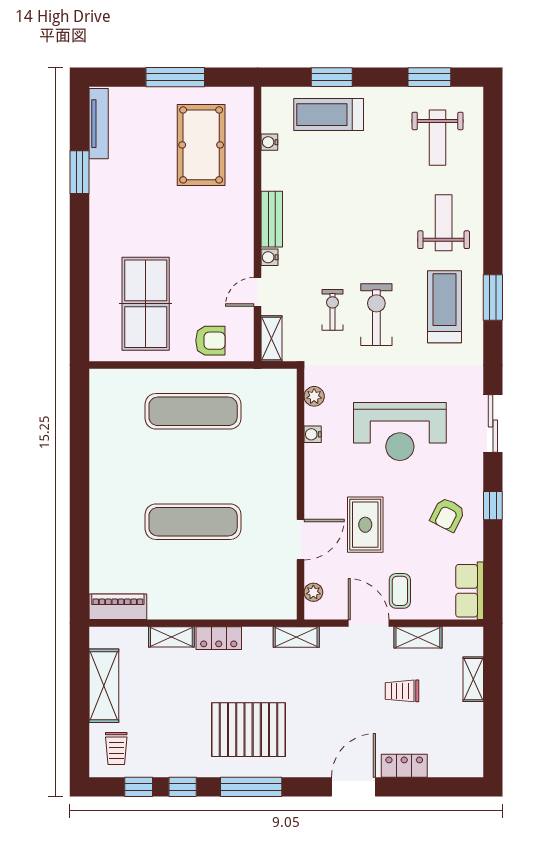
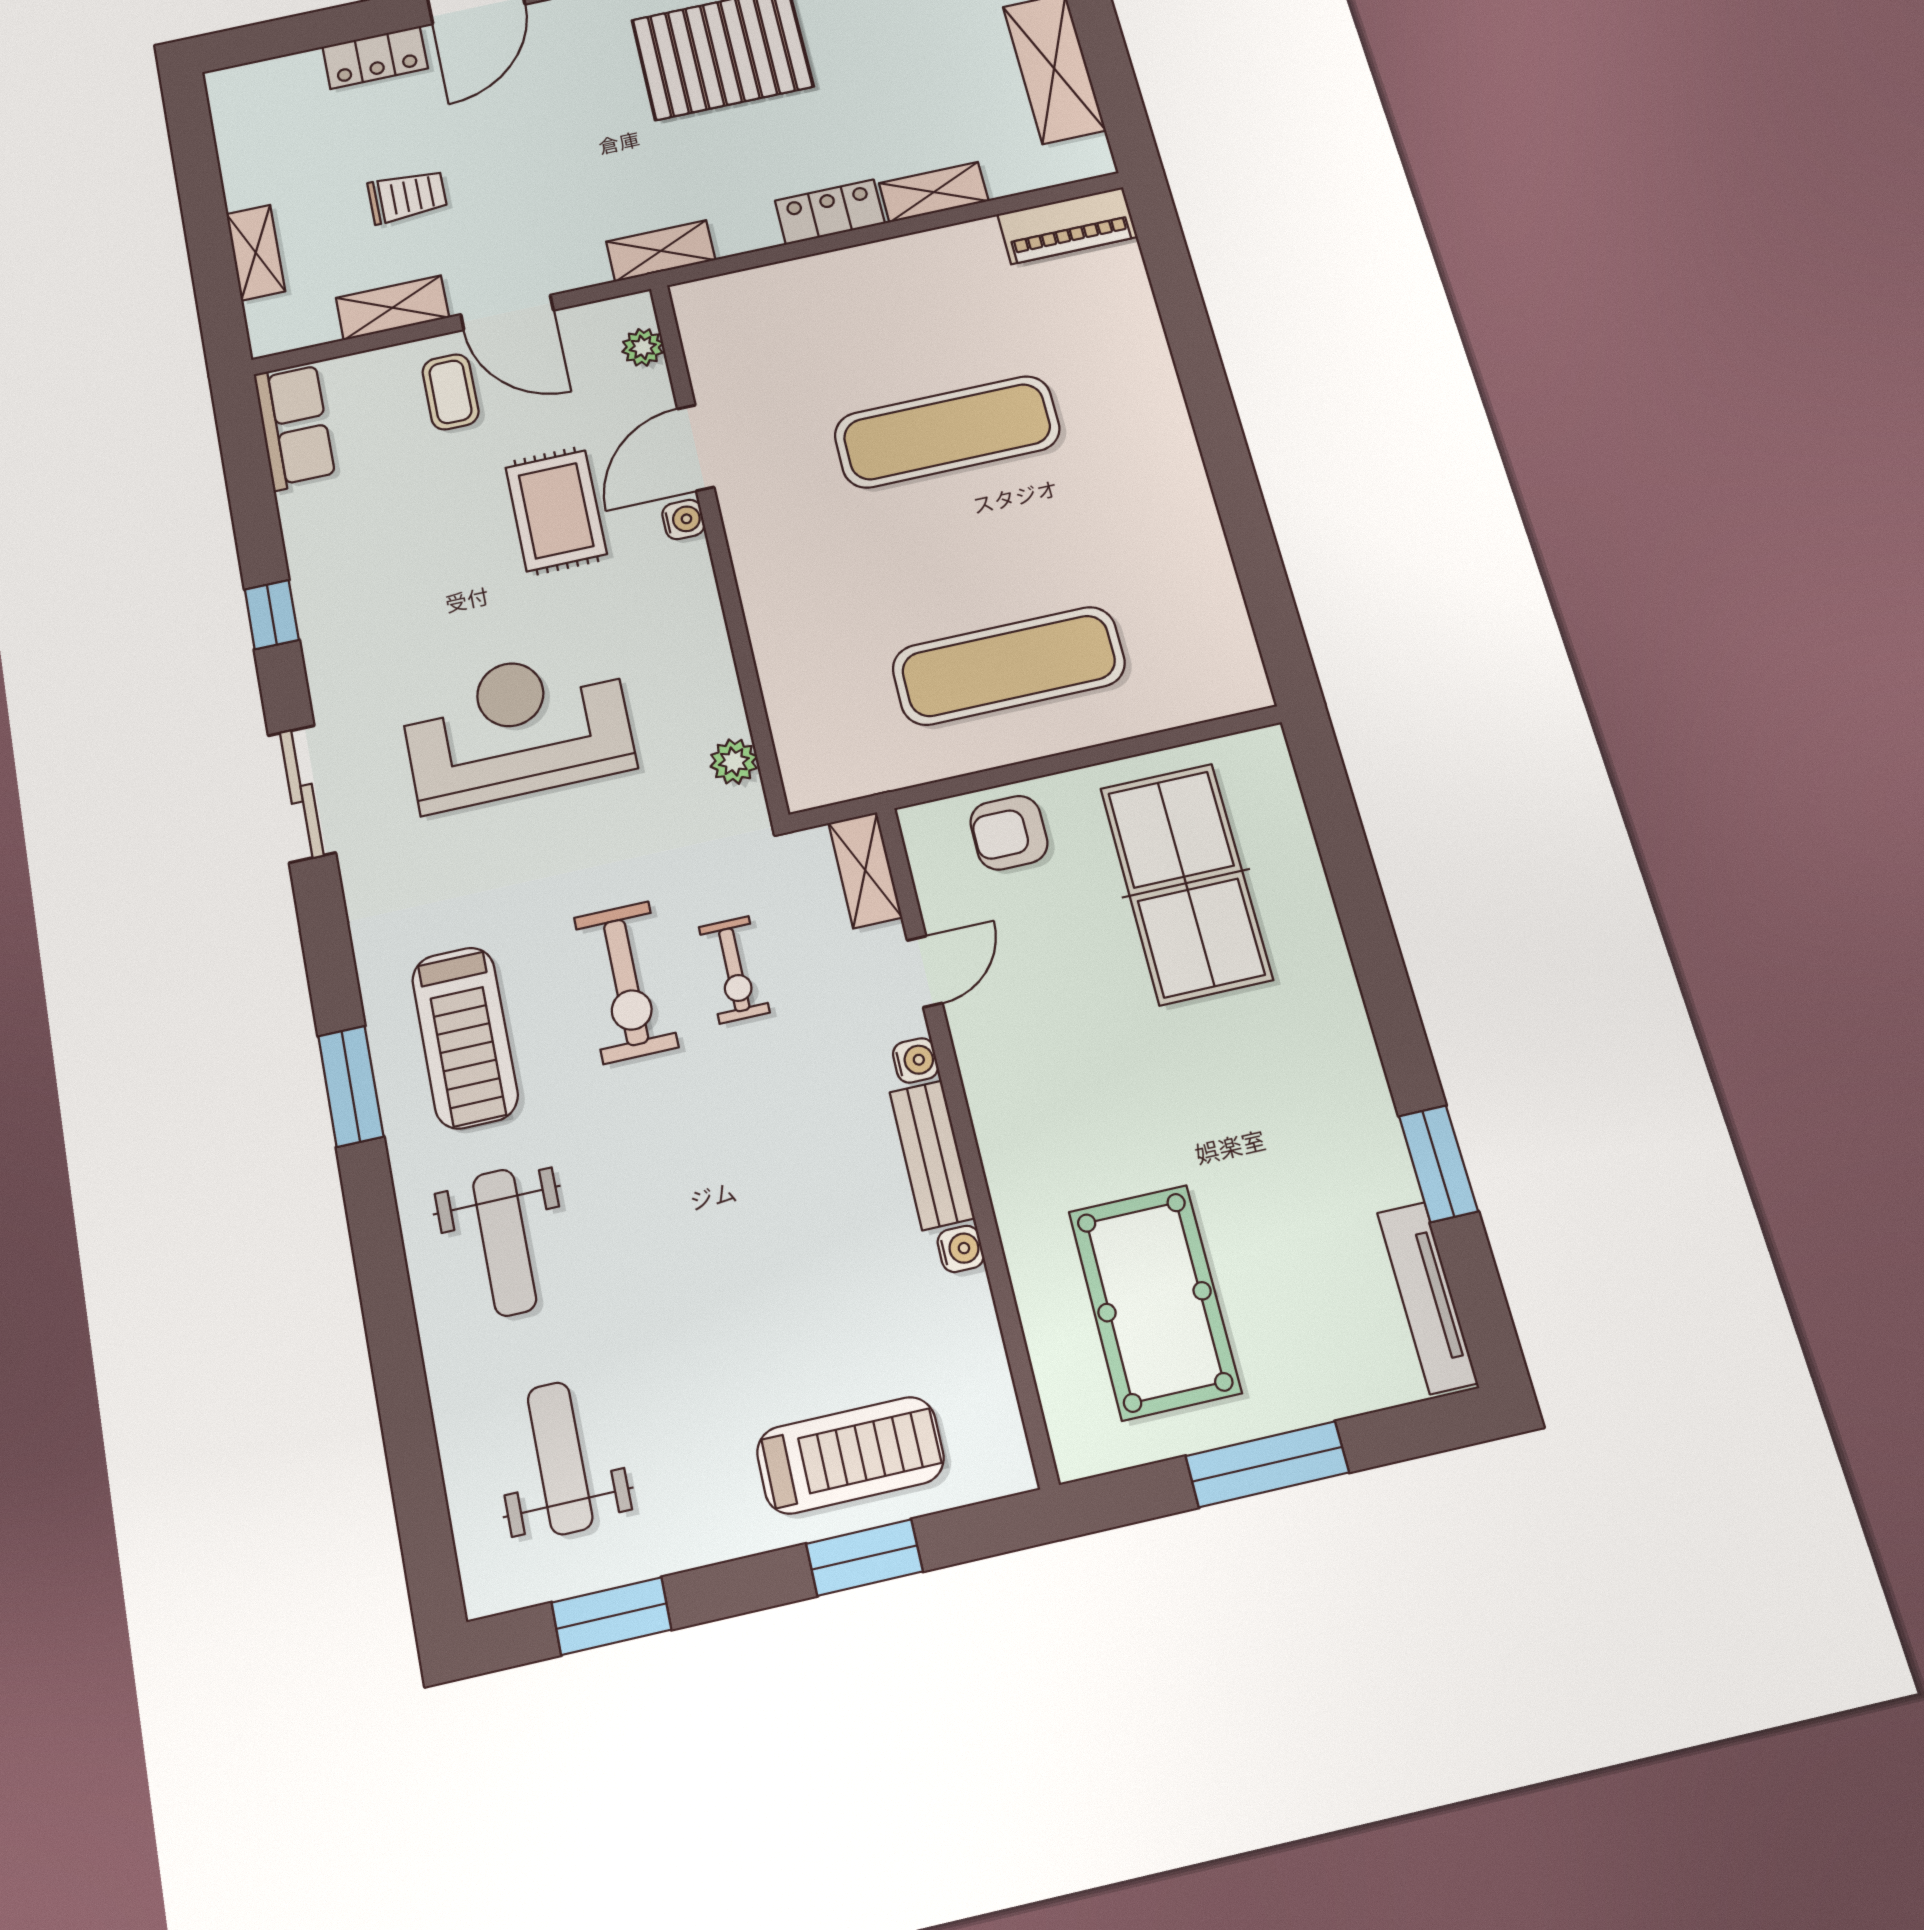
water cooler: (269, 142) -> (961, 1249), moved
water cooler: (313, 434) -> (683, 520), moved
armchair: (448, 515) -> (372, 573), removed

